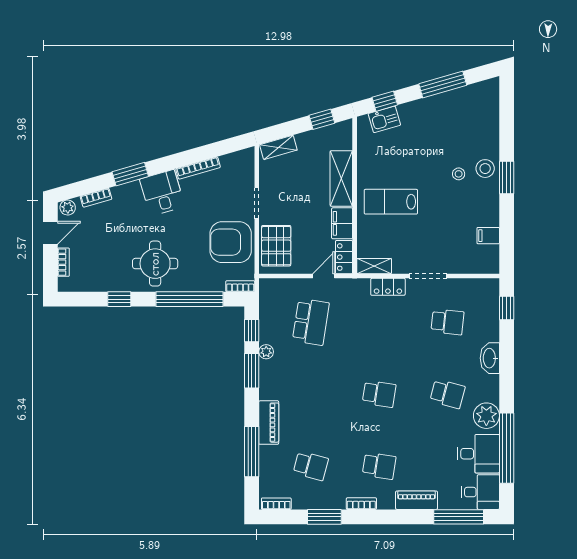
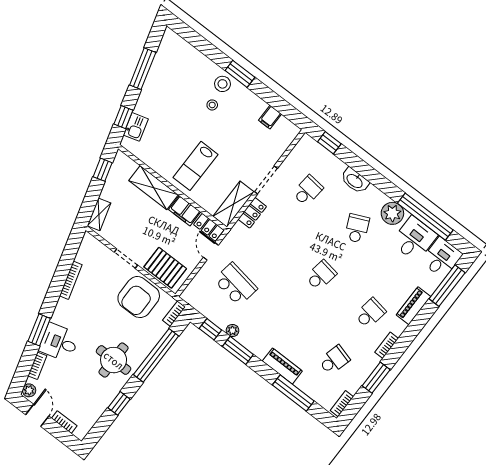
desk: (162, 193) -> (59, 342), moved
shelving: (374, 266) -> (234, 204), width x1.50, depth x1.33
school desk: (447, 394) -> (357, 229), turned -39

